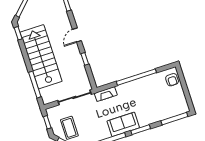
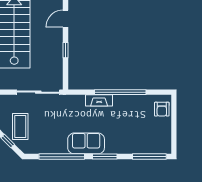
fireplace: (106, 94) -> (99, 100), moved

